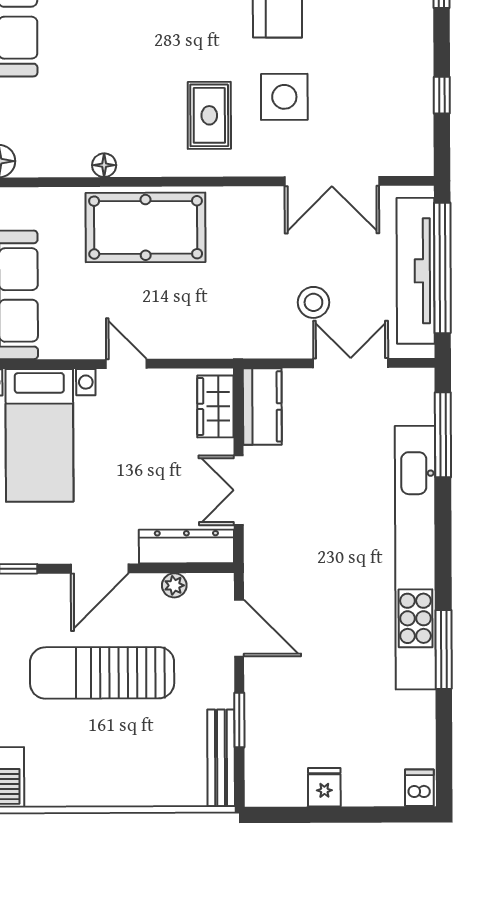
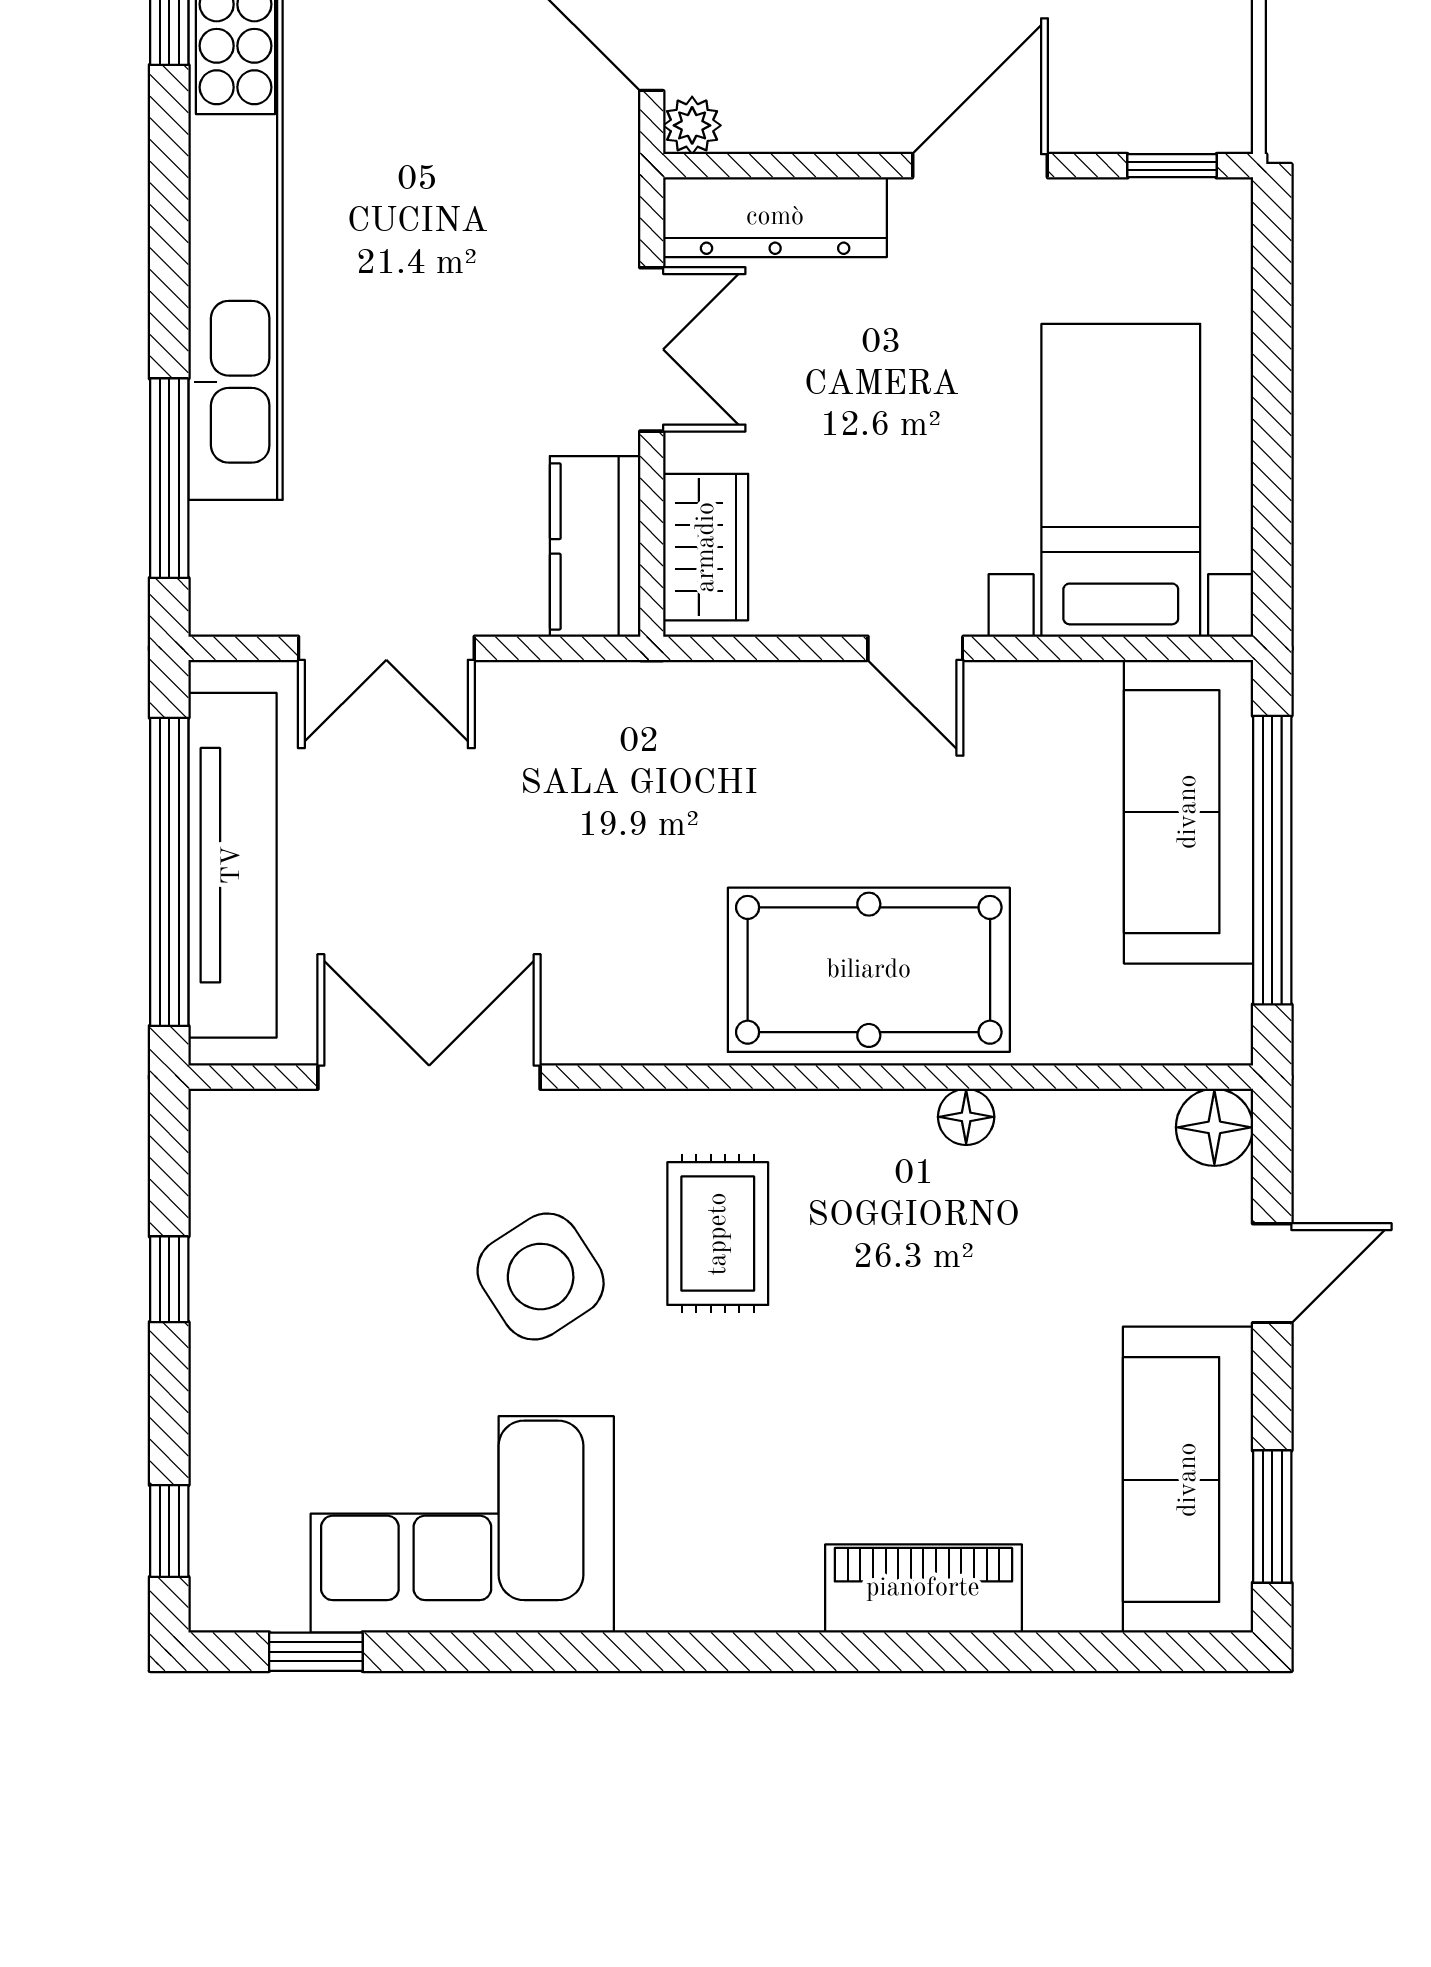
side table: (284, 97) -> (541, 1277), turned -33
stool: (313, 302) -> (474, 792), removed
plant: (174, 585) -> (692, 125), moved

